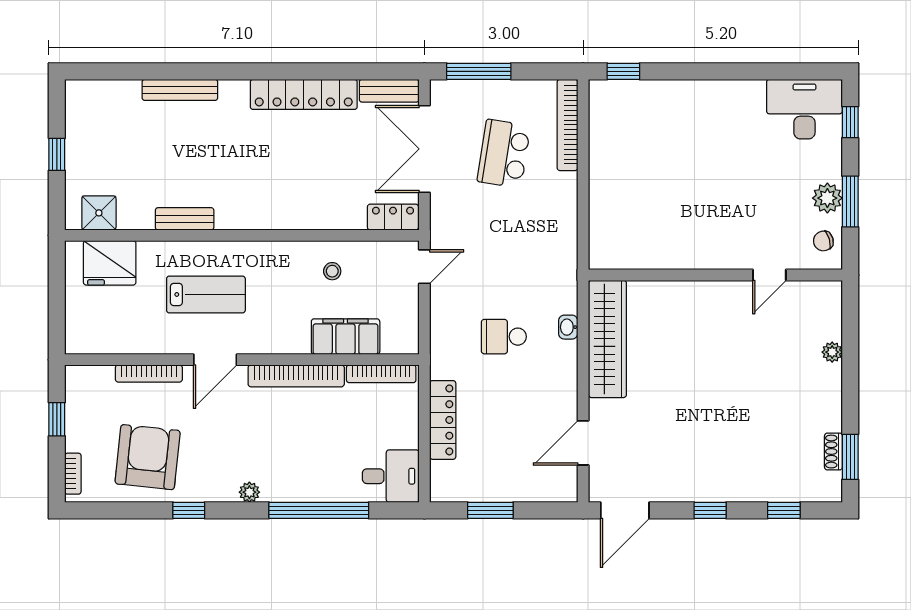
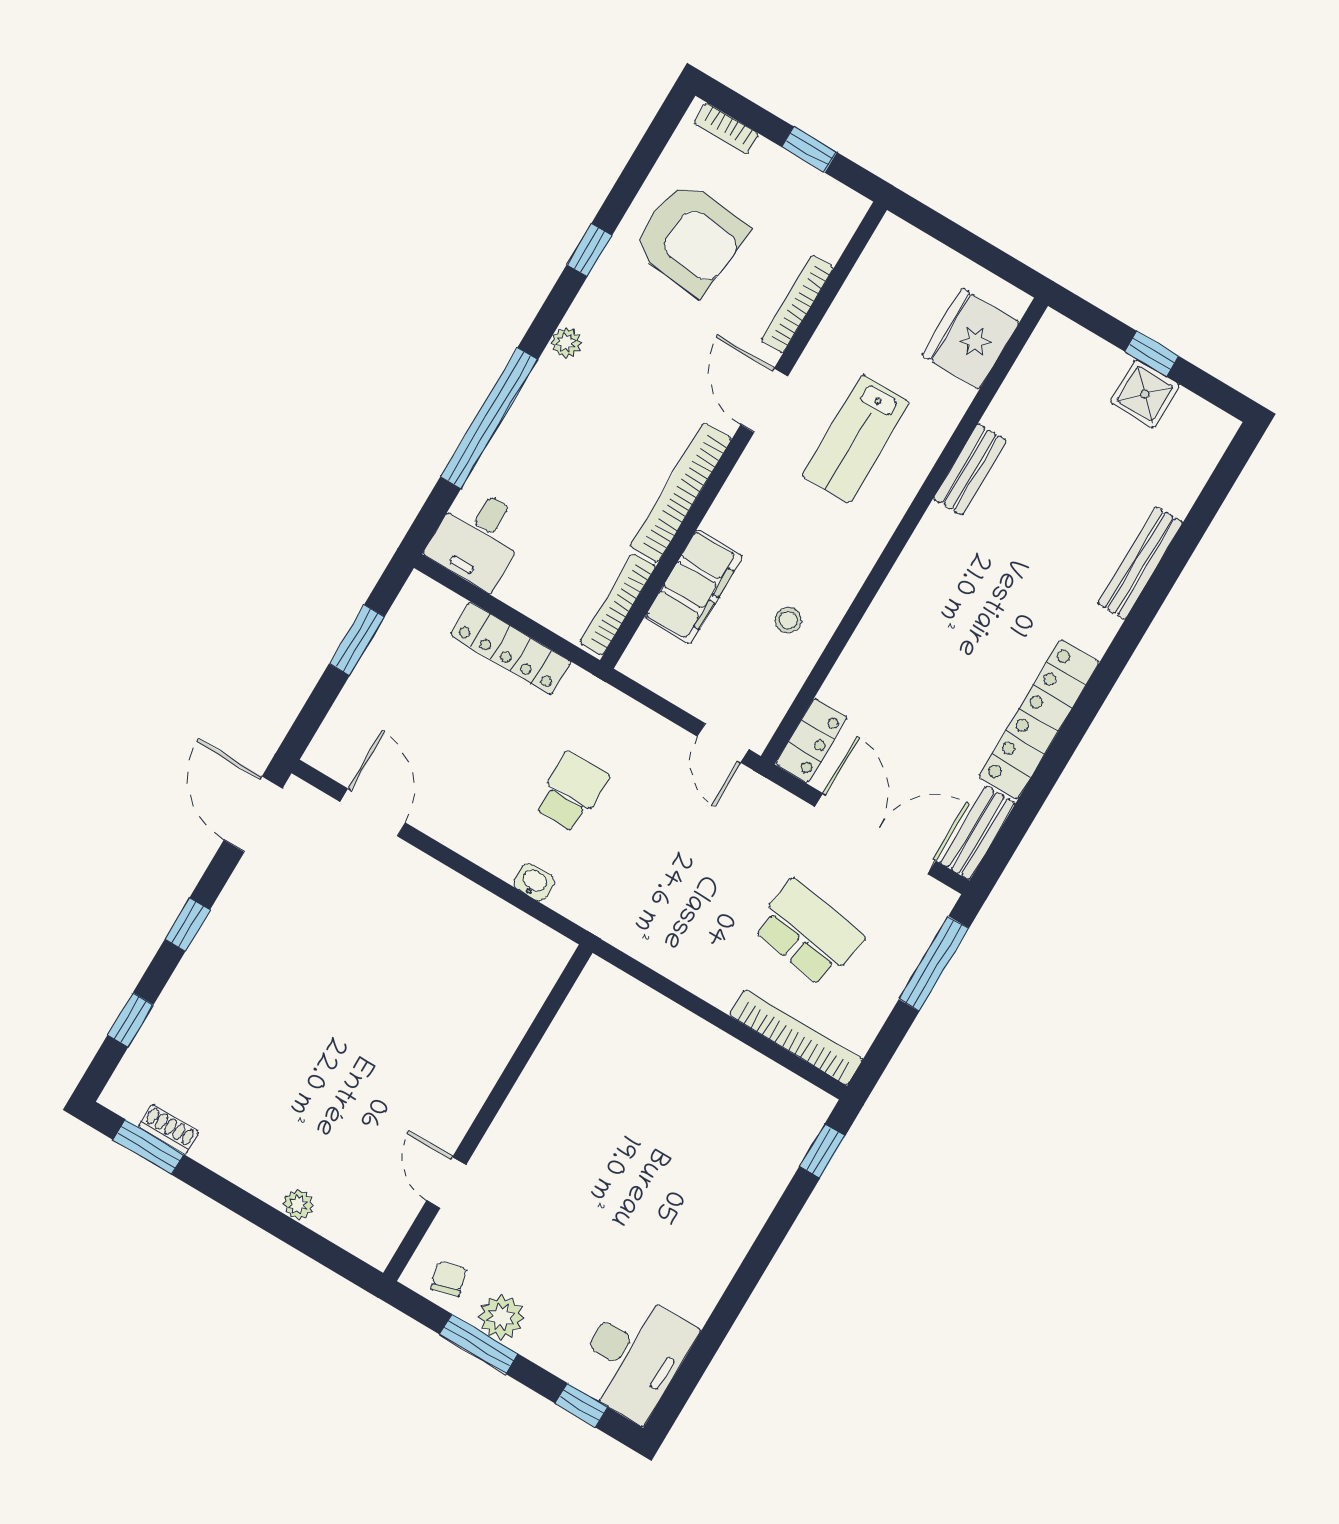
shower: (99, 213) -> (1145, 394), moved
wardrobe: (607, 339) -> (488, 924), removed

